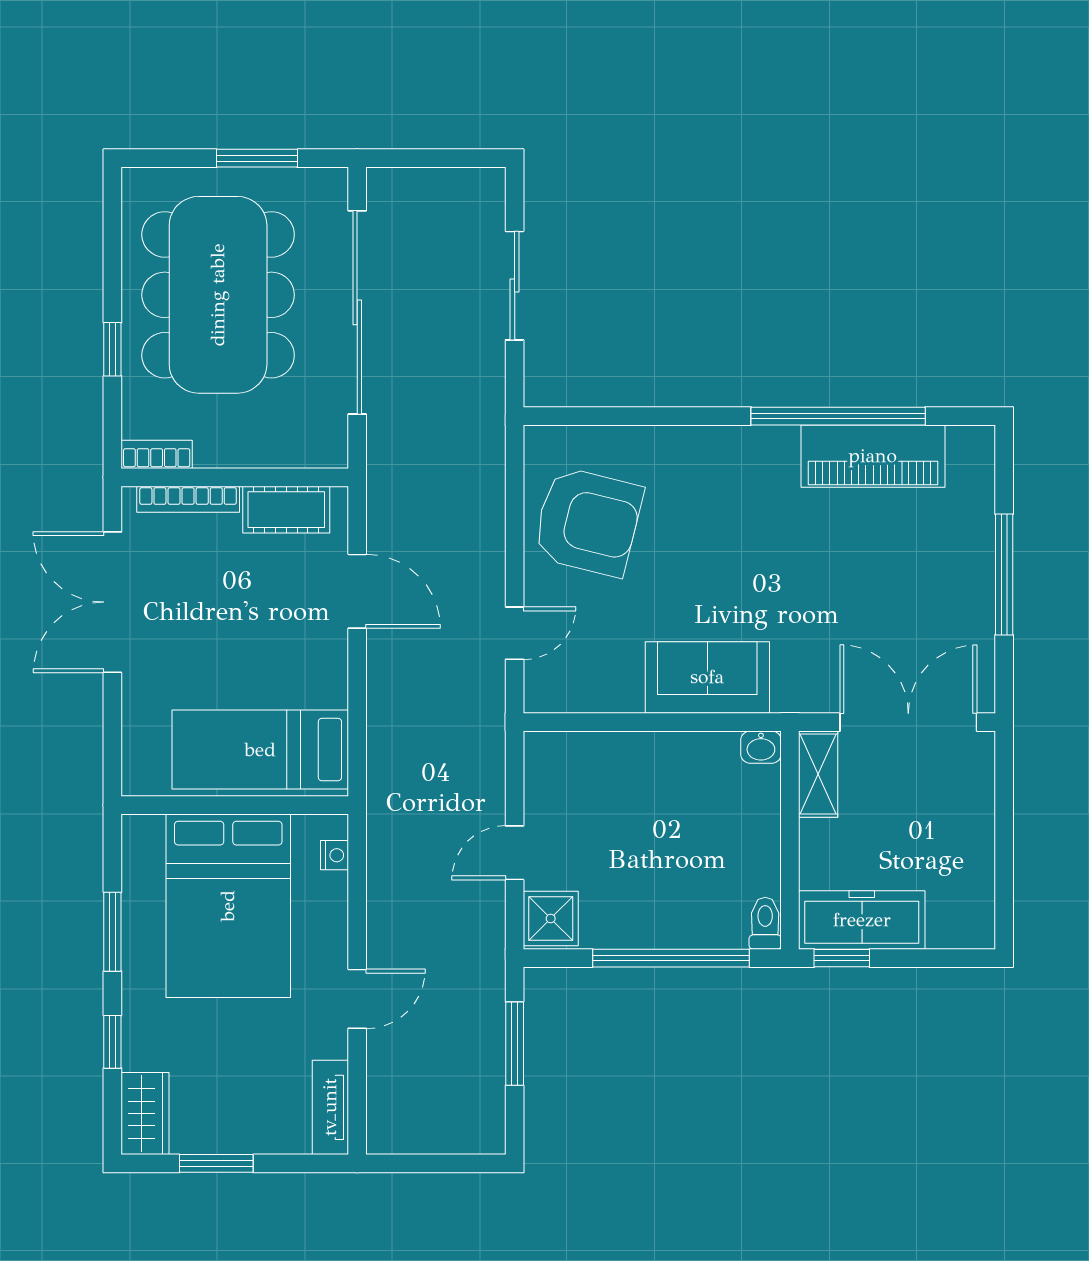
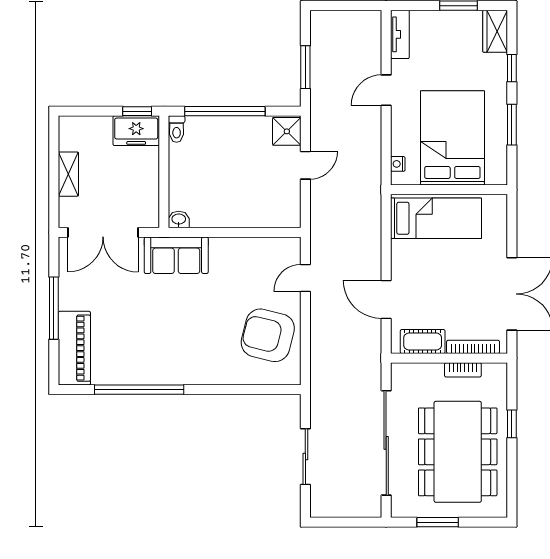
bookcase: (157, 454) -> (463, 370), moved
piano: (873, 456) -> (74, 348), moved, turned 90
sofa: (707, 677) -> (176, 255), moved
shelving: (818, 774) -> (68, 174), moved
freezer: (862, 920) -> (136, 131), width x0.71

